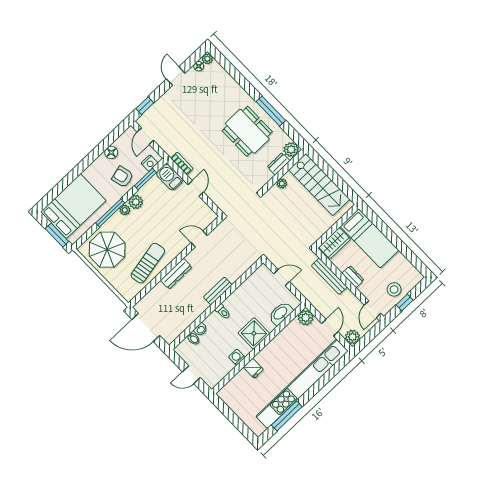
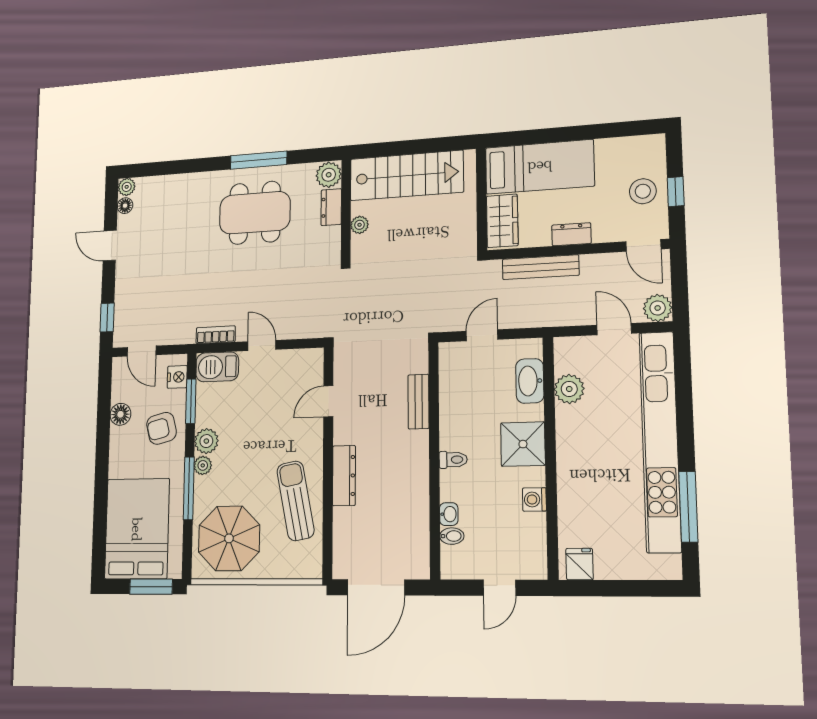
bench: (218, 291) -> (419, 402), moved
plant: (306, 318) -> (569, 389), moved
fridge: (253, 368) -> (580, 564), moved, turned -90

